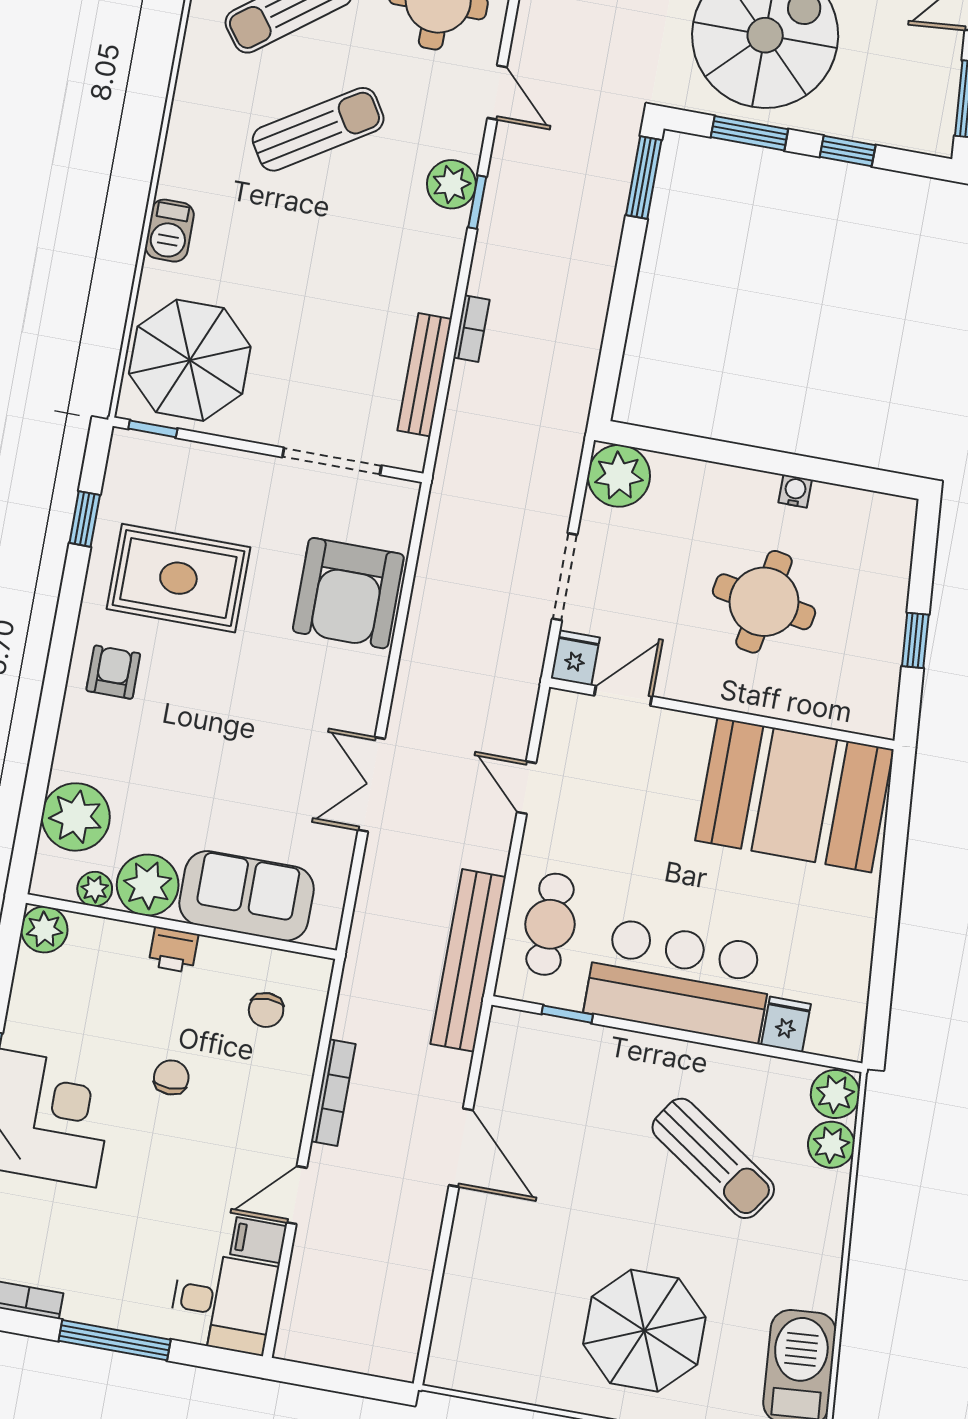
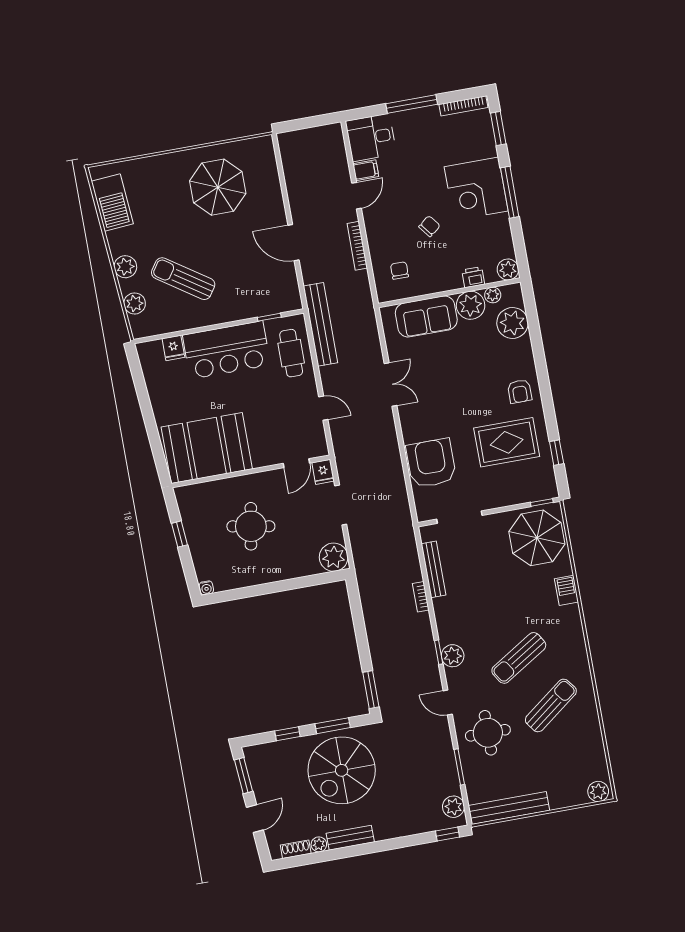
water cooler: (795, 491) -> (206, 588), moved
printer: (173, 950) -> (473, 277), moved
chair: (171, 1077) -> (429, 226), turned -128
plant: (835, 1094) -> (125, 267), moved
parasol: (644, 1331) -> (218, 187), moved

